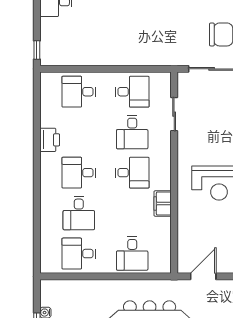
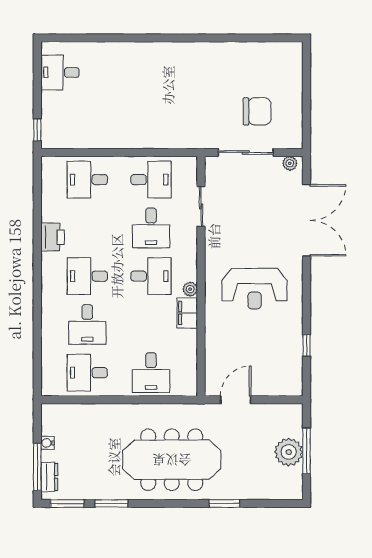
plant: (165, 183) -> (190, 289), added

